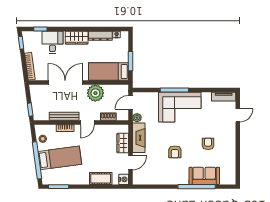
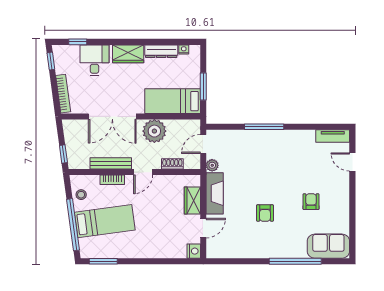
double door: (65, 83) -> (112, 116), swing flipped
corner sofa: (180, 107) -> (272, 151), removed
door: (238, 115) -> (352, 162), swing flipped
sofa: (204, 176) -> (328, 246), moved
cot: (101, 178) -> (162, 250), removed

